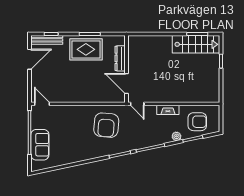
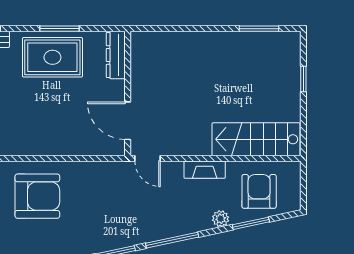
stairs: (196, 44) -> (256, 139), moved, turned 180
dresser: (120, 58) -> (116, 55), moved
armchair: (197, 122) -> (259, 191), turned -90
armchair: (106, 125) -> (37, 196), moved, turned -95

